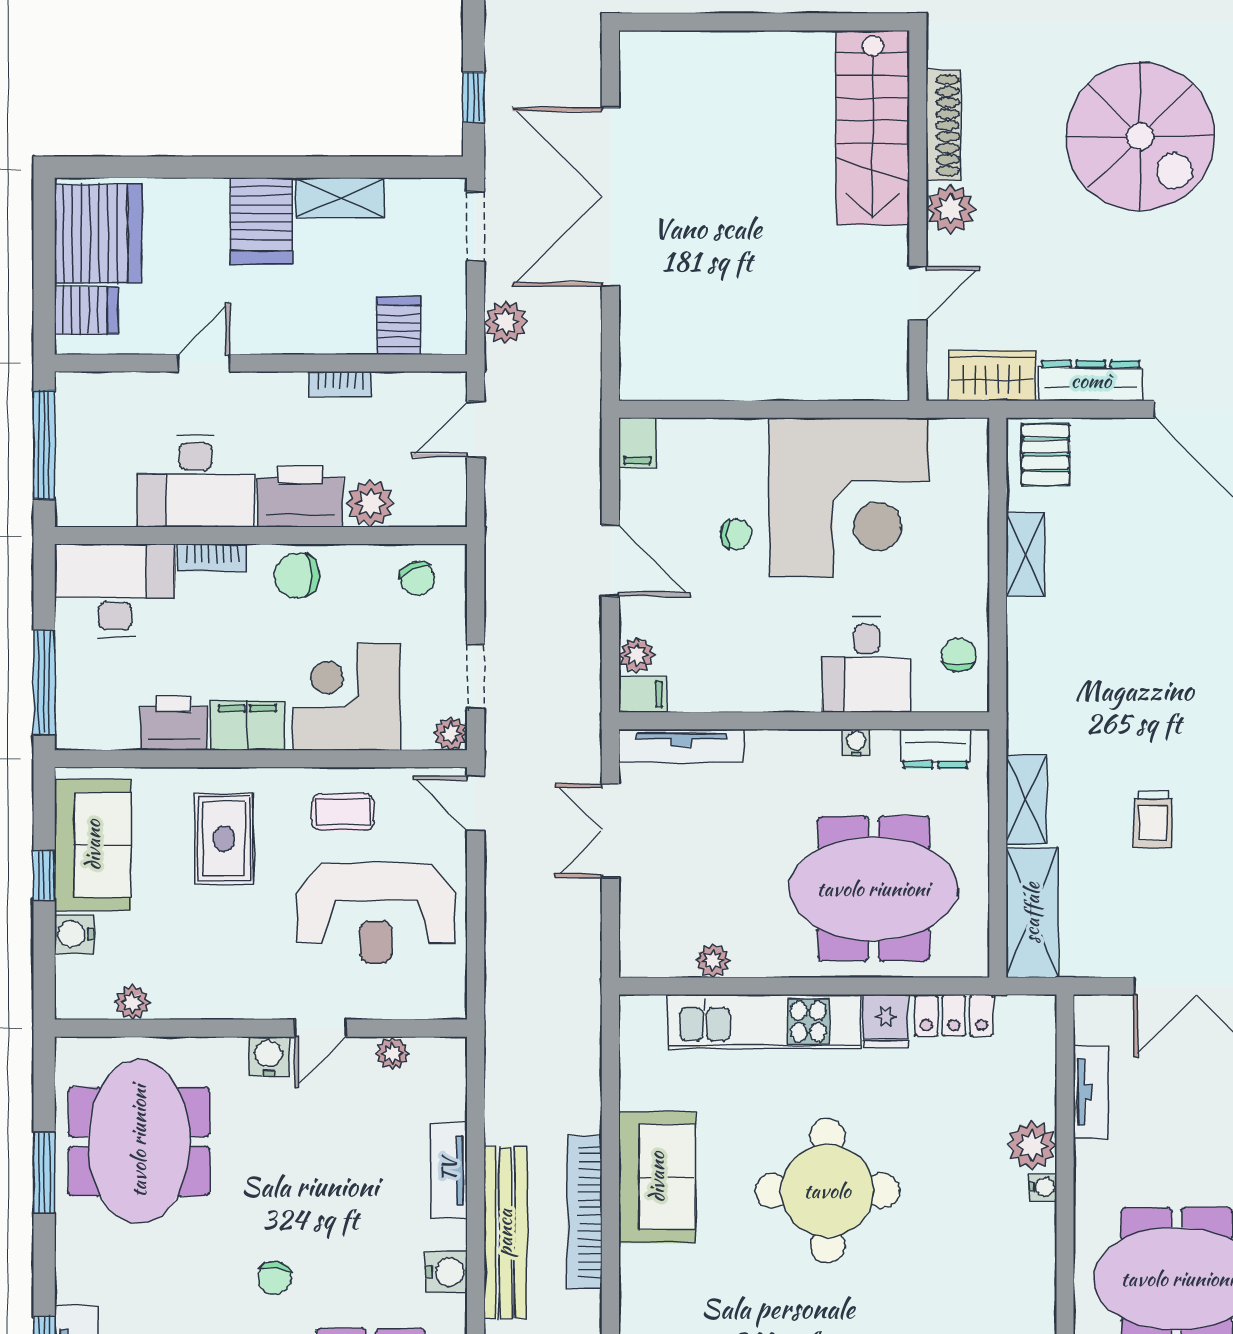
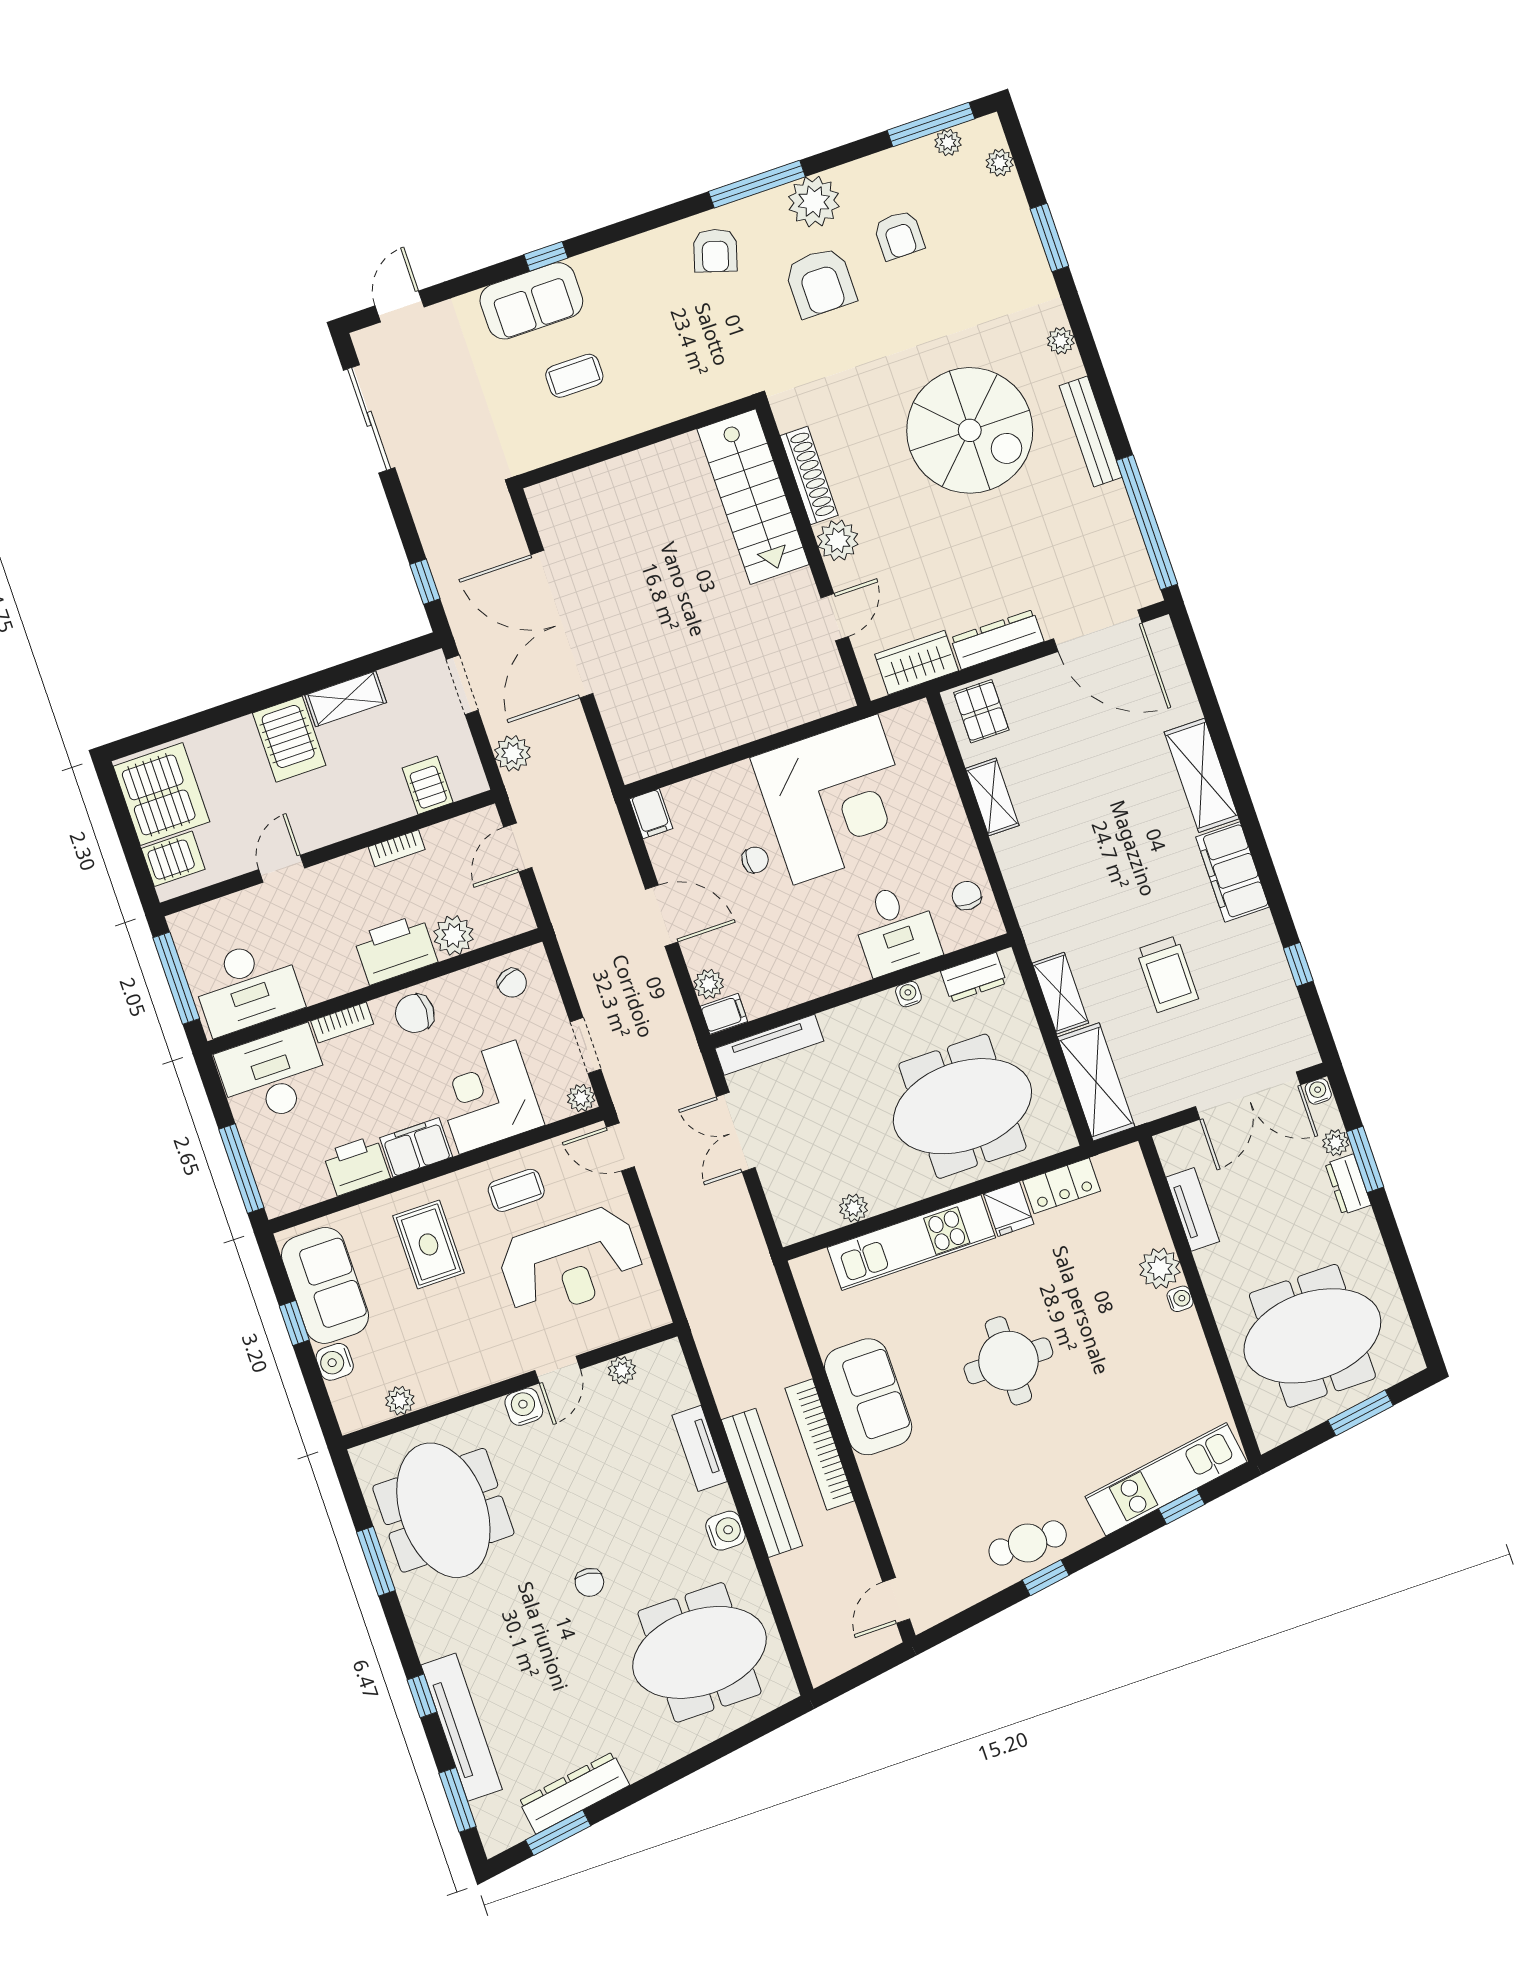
desk: (196, 481) -> (247, 987), moved
trolley: (1153, 819) -> (1167, 974), width x1.36, depth x1.39
round table: (827, 1191) -> (1008, 1361), width x0.73, depth x0.73

